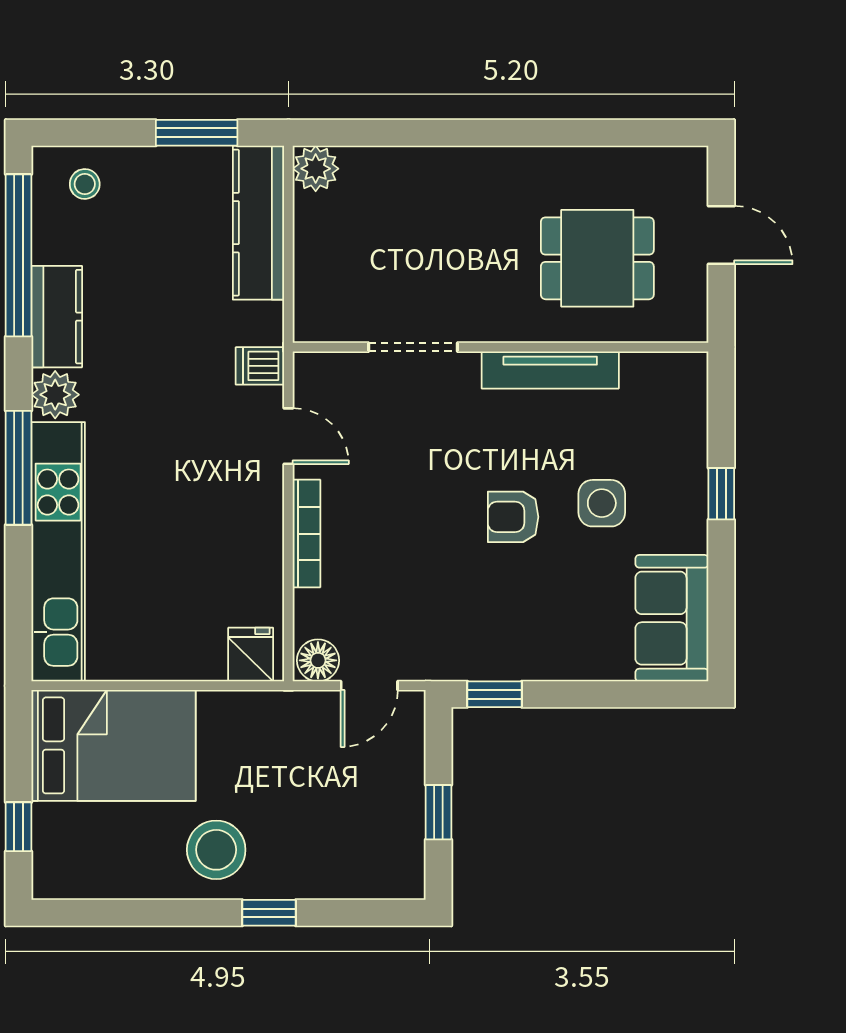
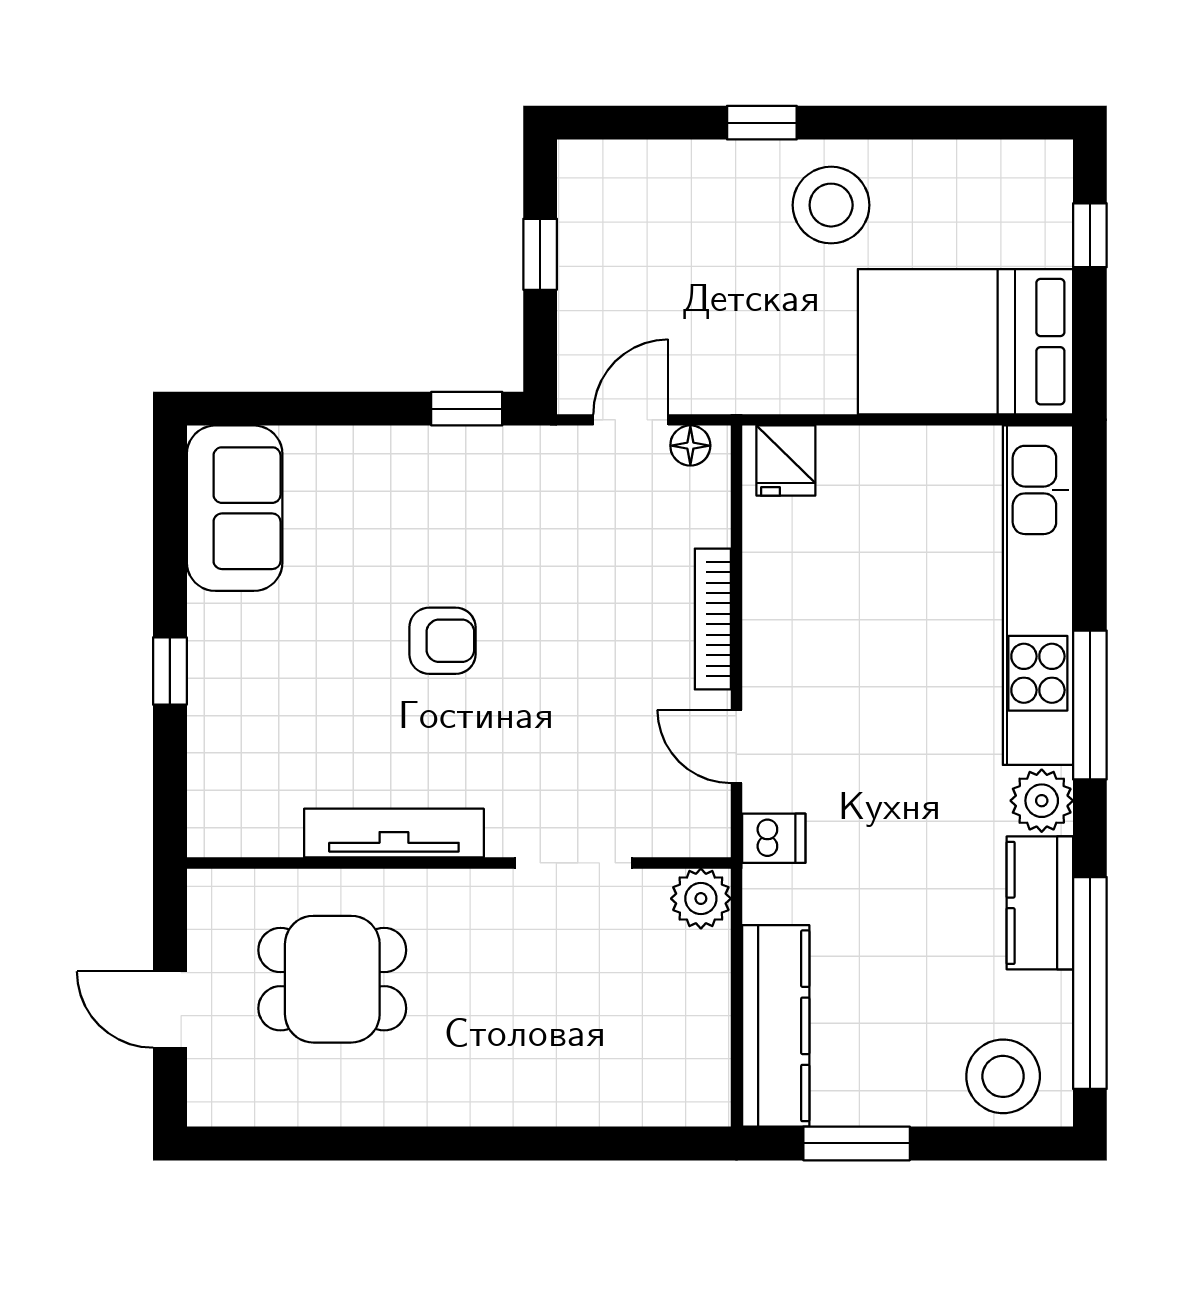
plant: (316, 169) -> (701, 899), moved
stool: (85, 184) -> (1003, 1076), width x1.89, depth x1.89
side table: (602, 503) -> (326, 659), removed
floor lamp: (318, 660) -> (690, 446), width x0.73, depth x0.73

